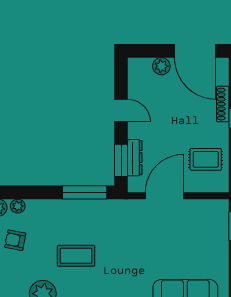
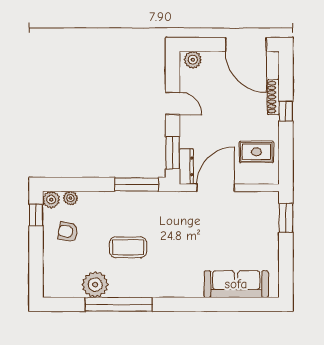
plant: (161, 66) -> (193, 60), moved
dresser: (135, 158) -> (186, 166), moved

